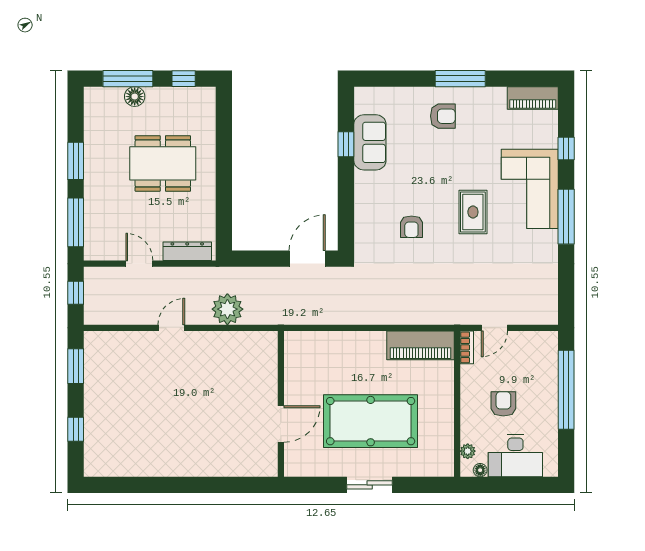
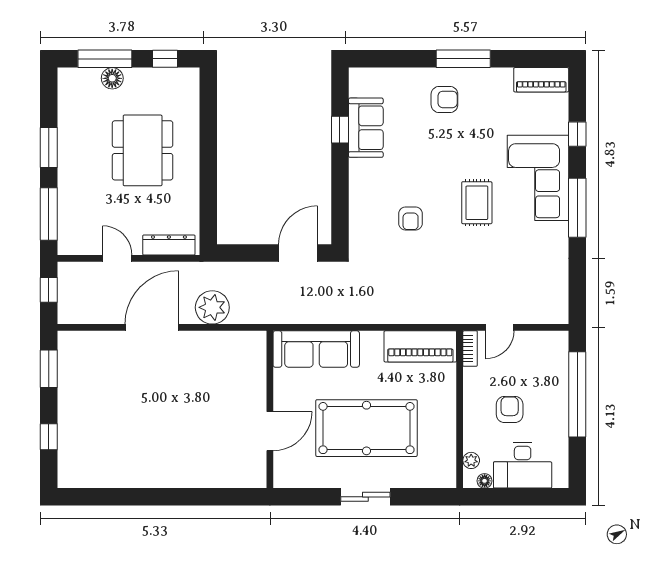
dining table: (163, 163) -> (143, 150), turned 90
door: (171, 328) -> (152, 327), width x1.87
sofa: (324, 348) -> (316, 349), added

